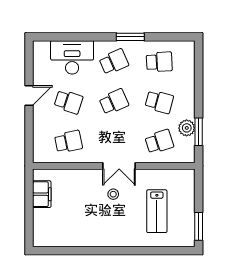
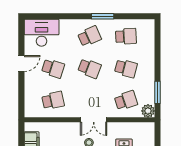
desk: (72, 57) -> (42, 33), moved
school desk: (114, 102) -> (89, 68), turned 45
plant: (187, 128) -> (148, 111), moved

